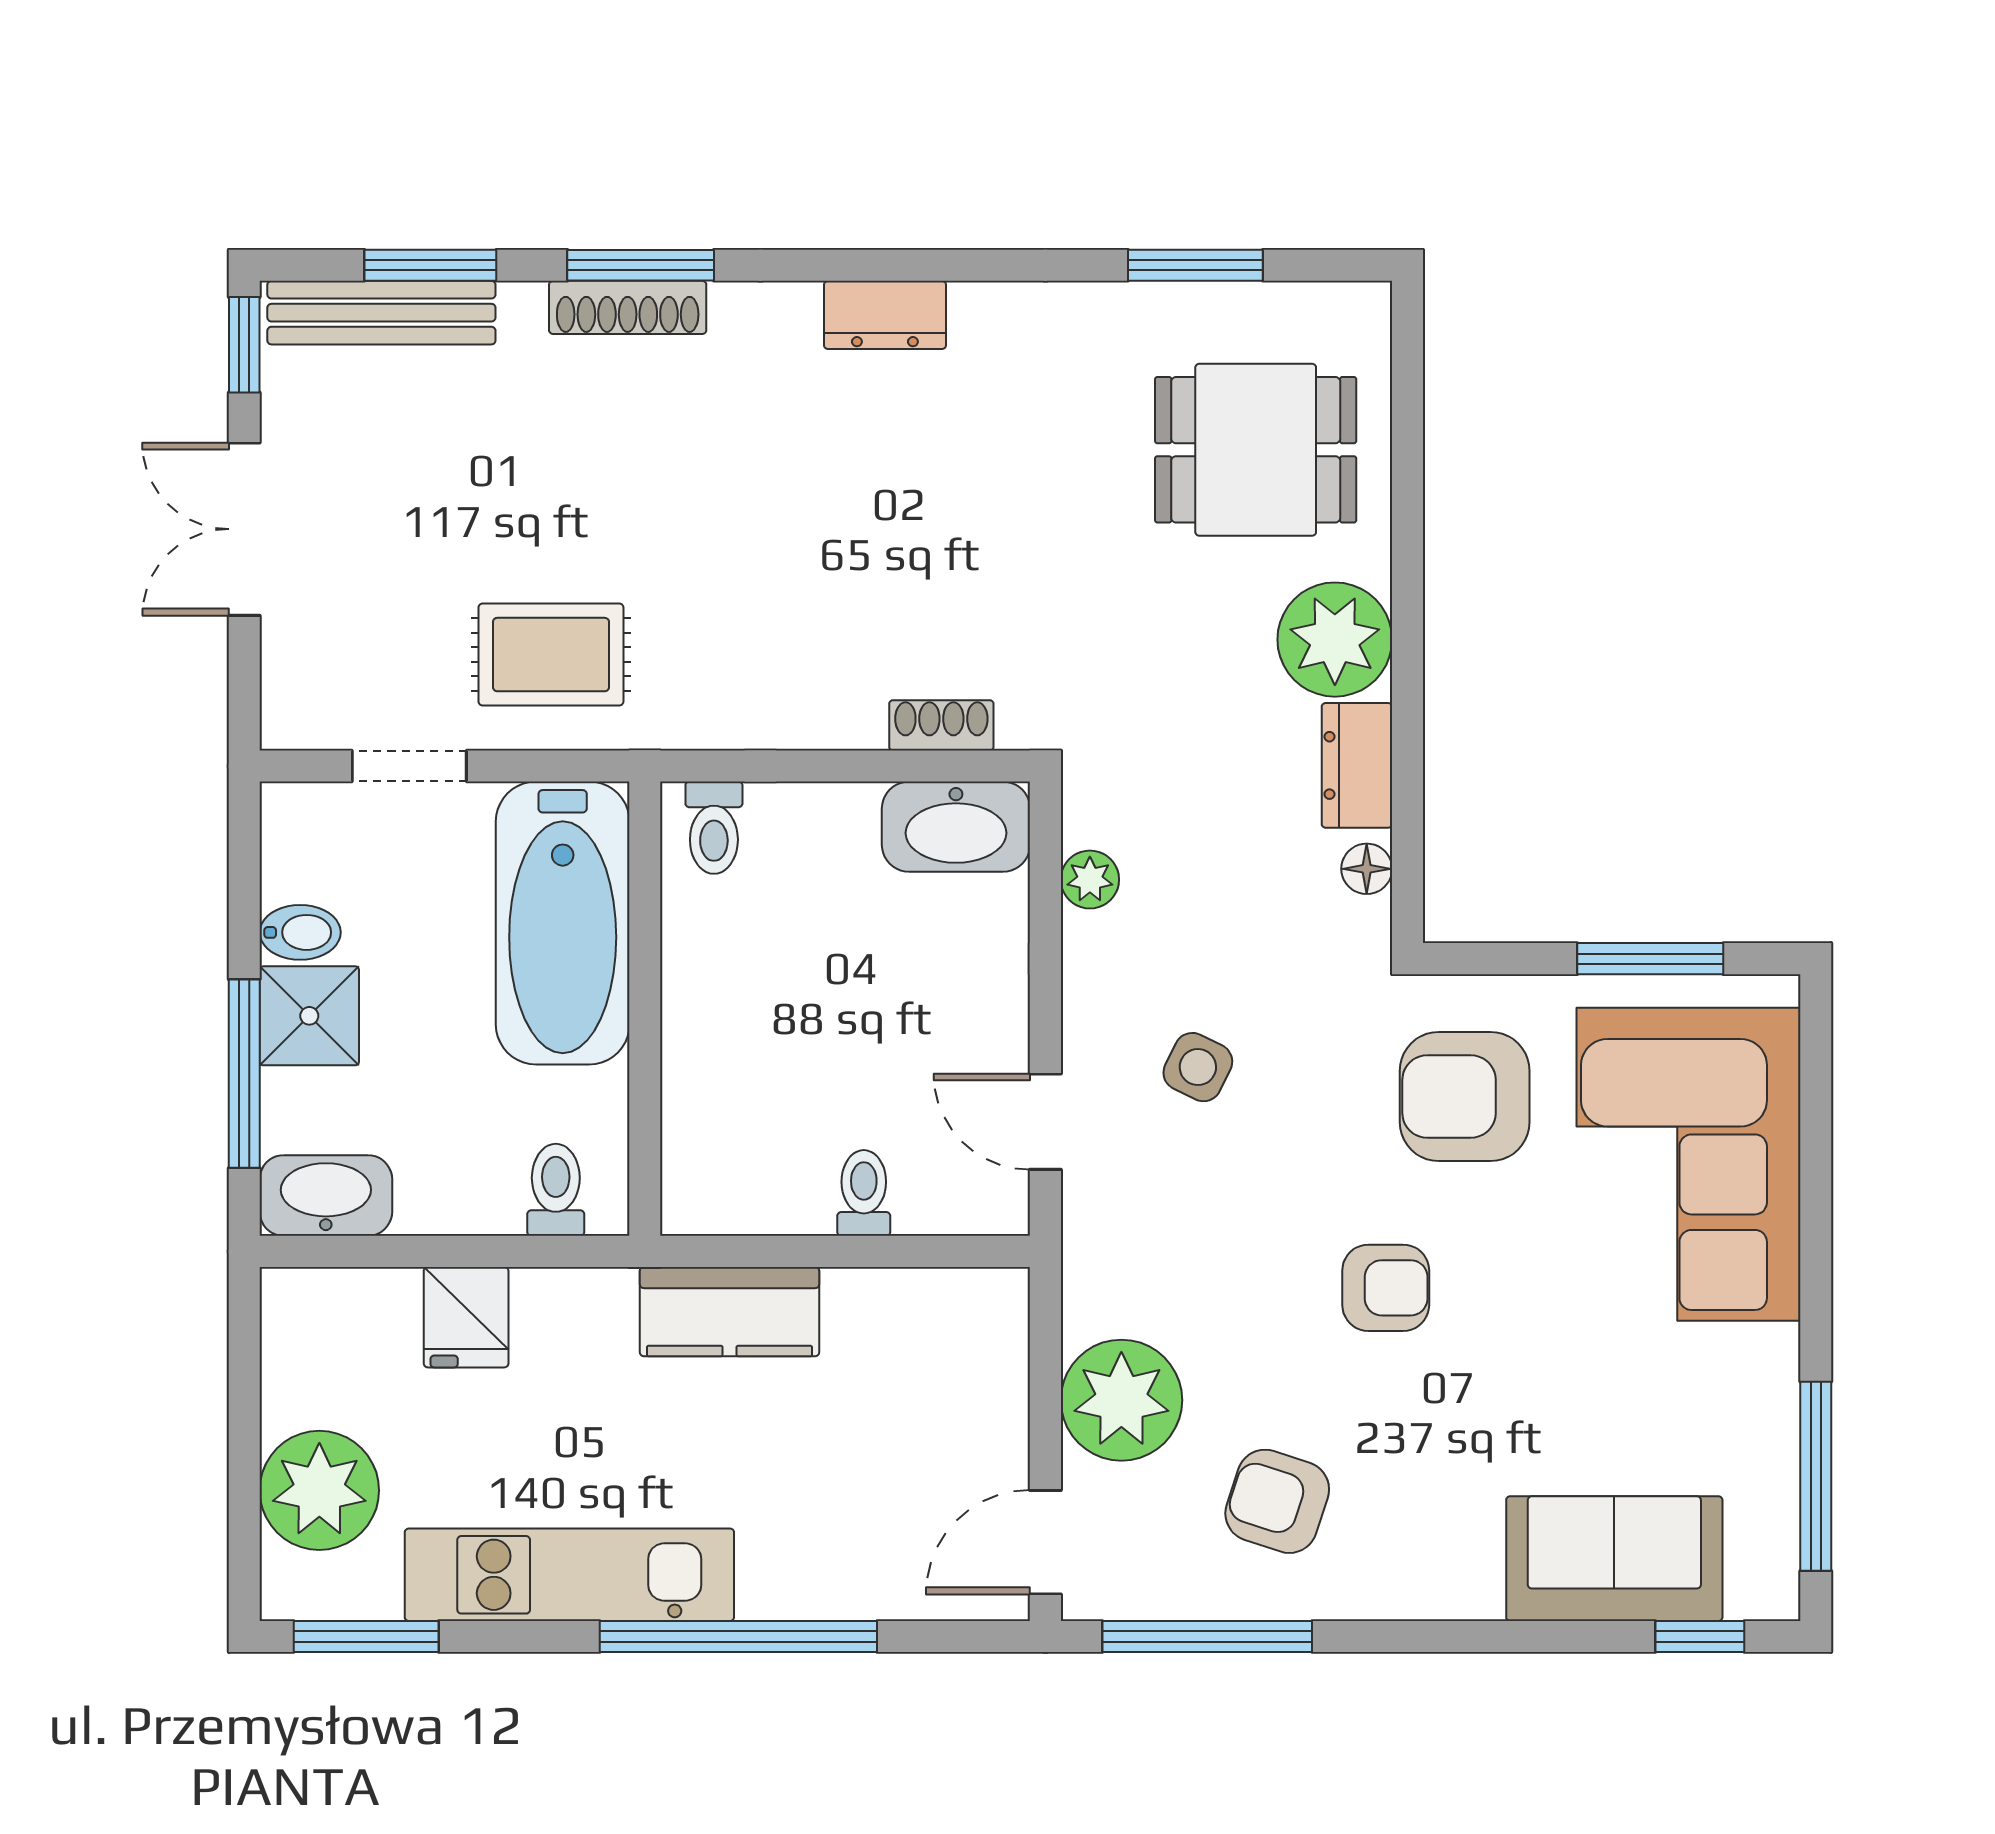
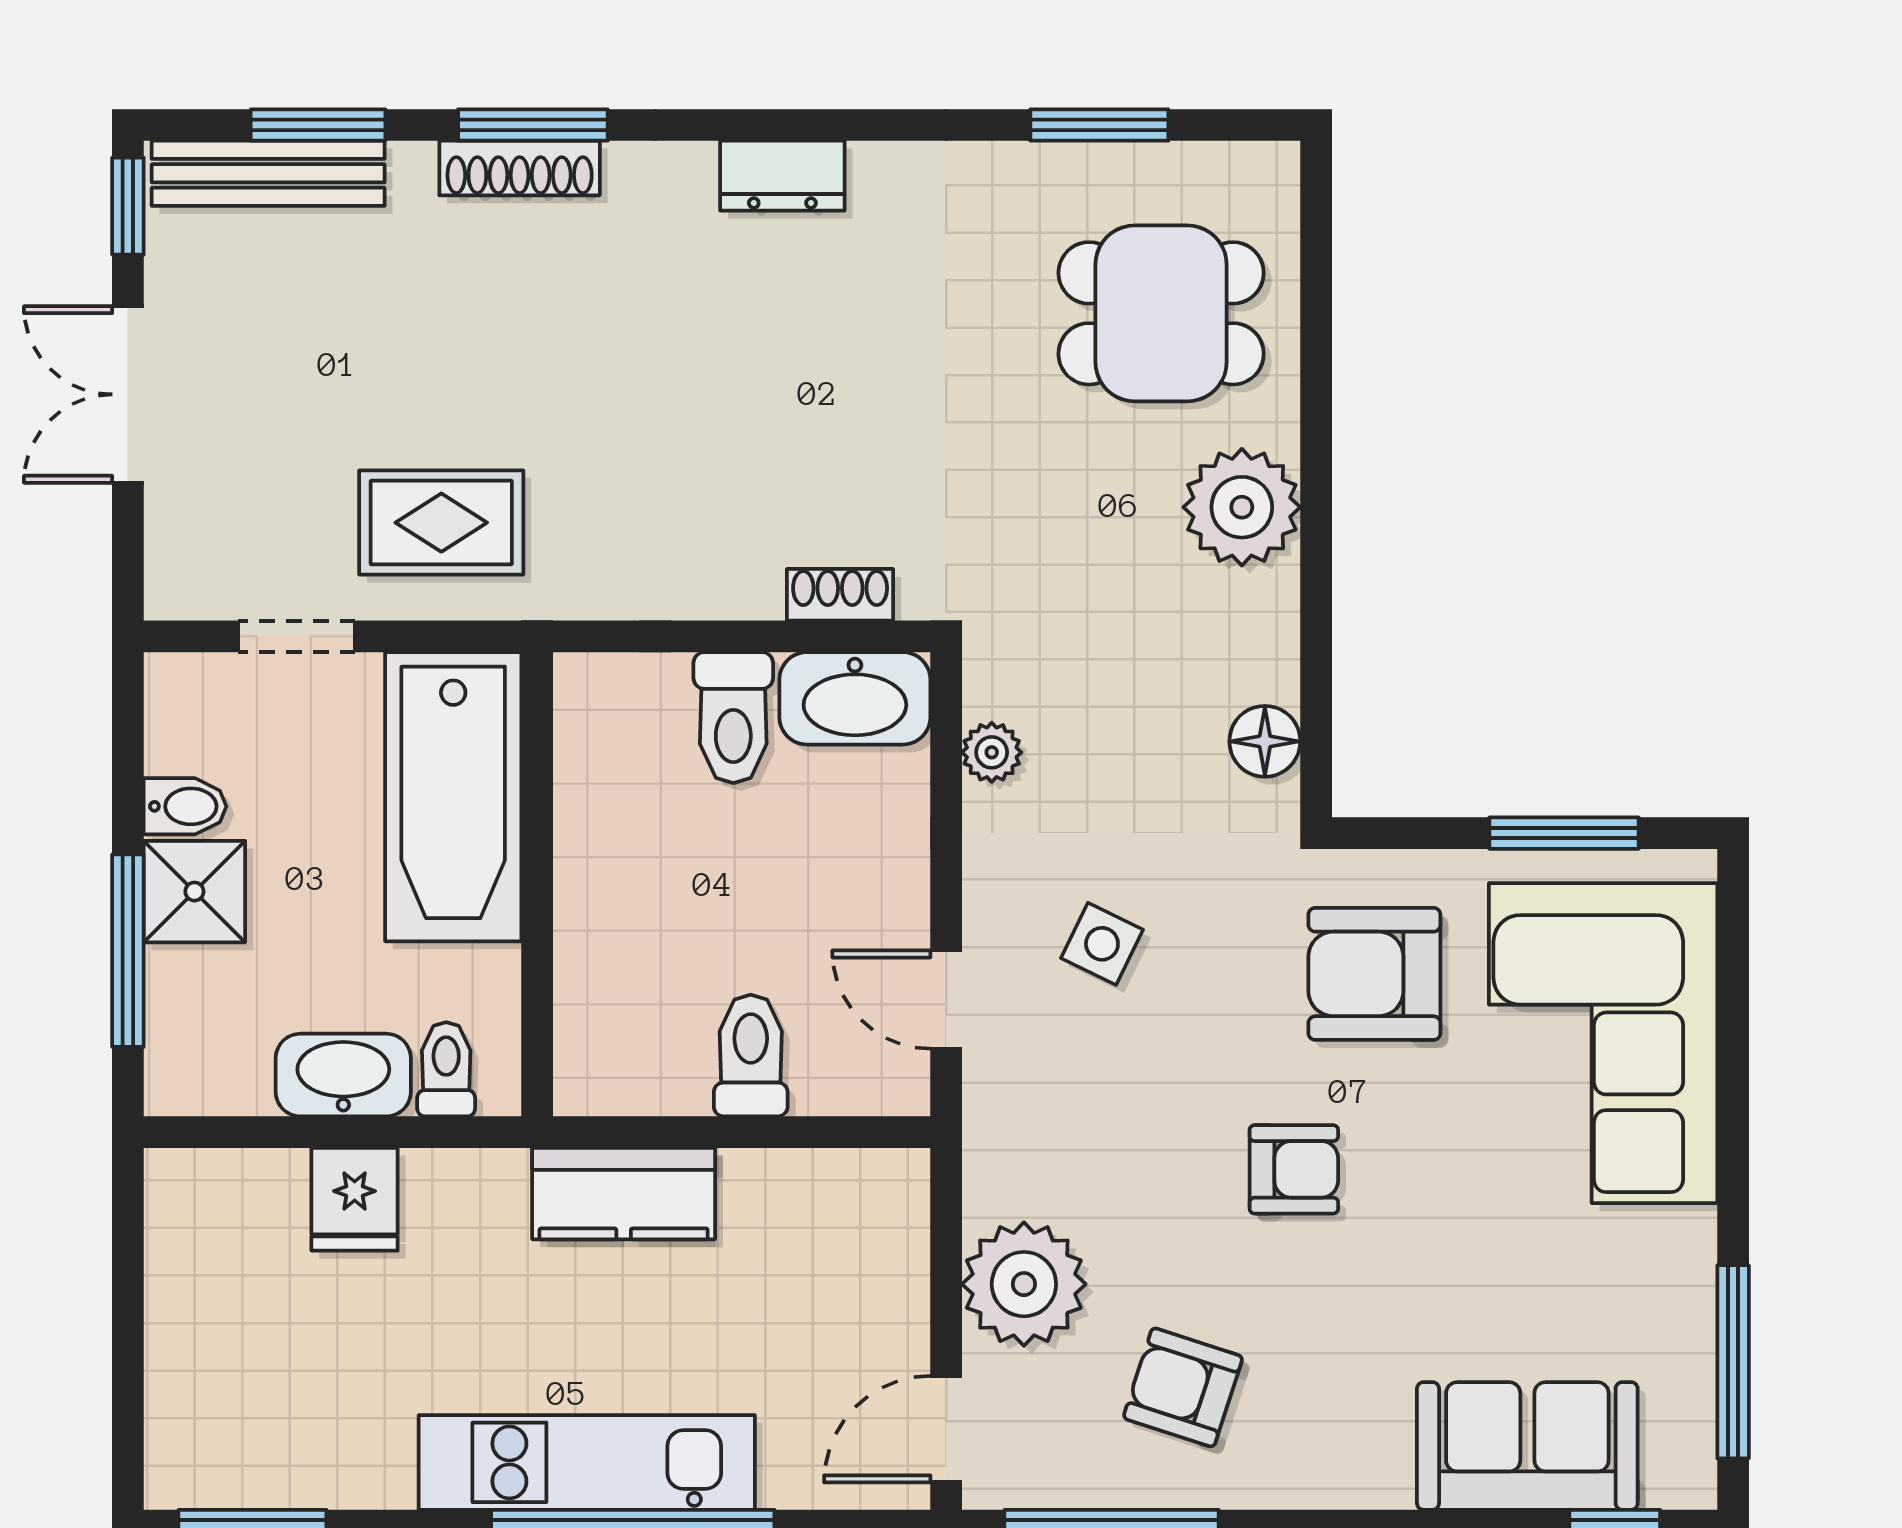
dresser: (1357, 765) -> (1264, 636), removed
toilet: (714, 828) -> (733, 718), moved, width x1.37, depth x1.39
floor lamp: (1367, 869) -> (1265, 741), width x1.37, depth x1.37
toilet: (864, 1193) -> (751, 1056), width x1.37, depth x1.39
washbasin: (326, 1196) -> (343, 1075), moved
plant: (319, 1490) -> (205, 1376), removed
kitchen unit: (569, 1575) -> (587, 1462), moved

